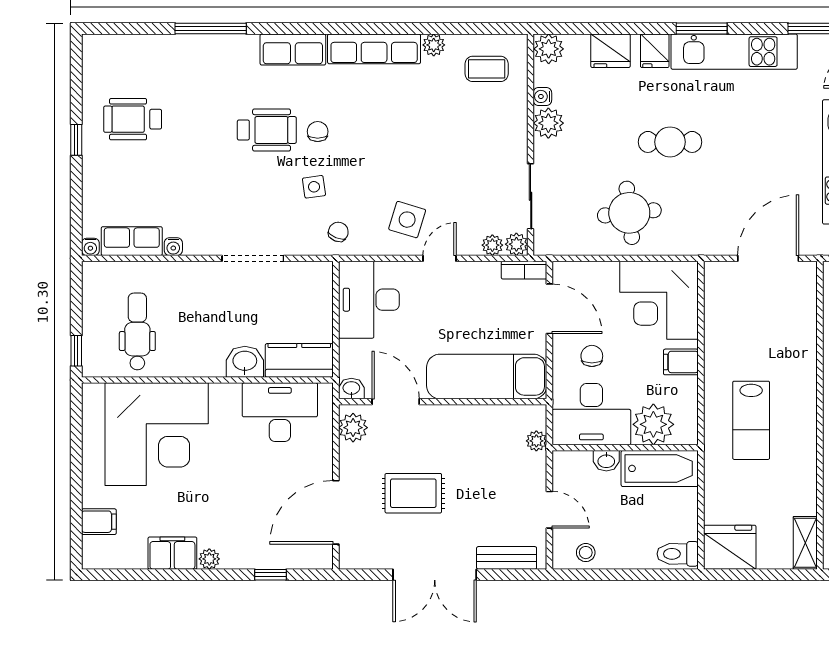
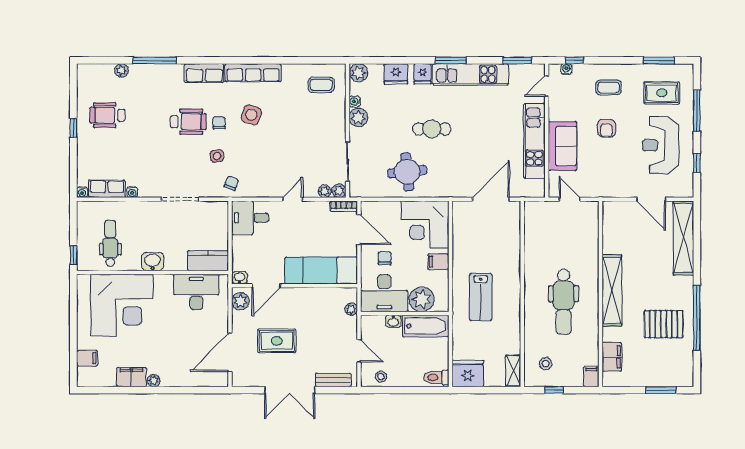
plant: (434, 45) -> (121, 70), moved
side table: (407, 220) -> (251, 115), moved
desk: (369, 300) -> (250, 218), width x0.73
washbasin: (245, 362) -> (153, 262), moved
door: (396, 402) -> (266, 286), swing flipped
window: (271, 575) -> (191, 390), removed

